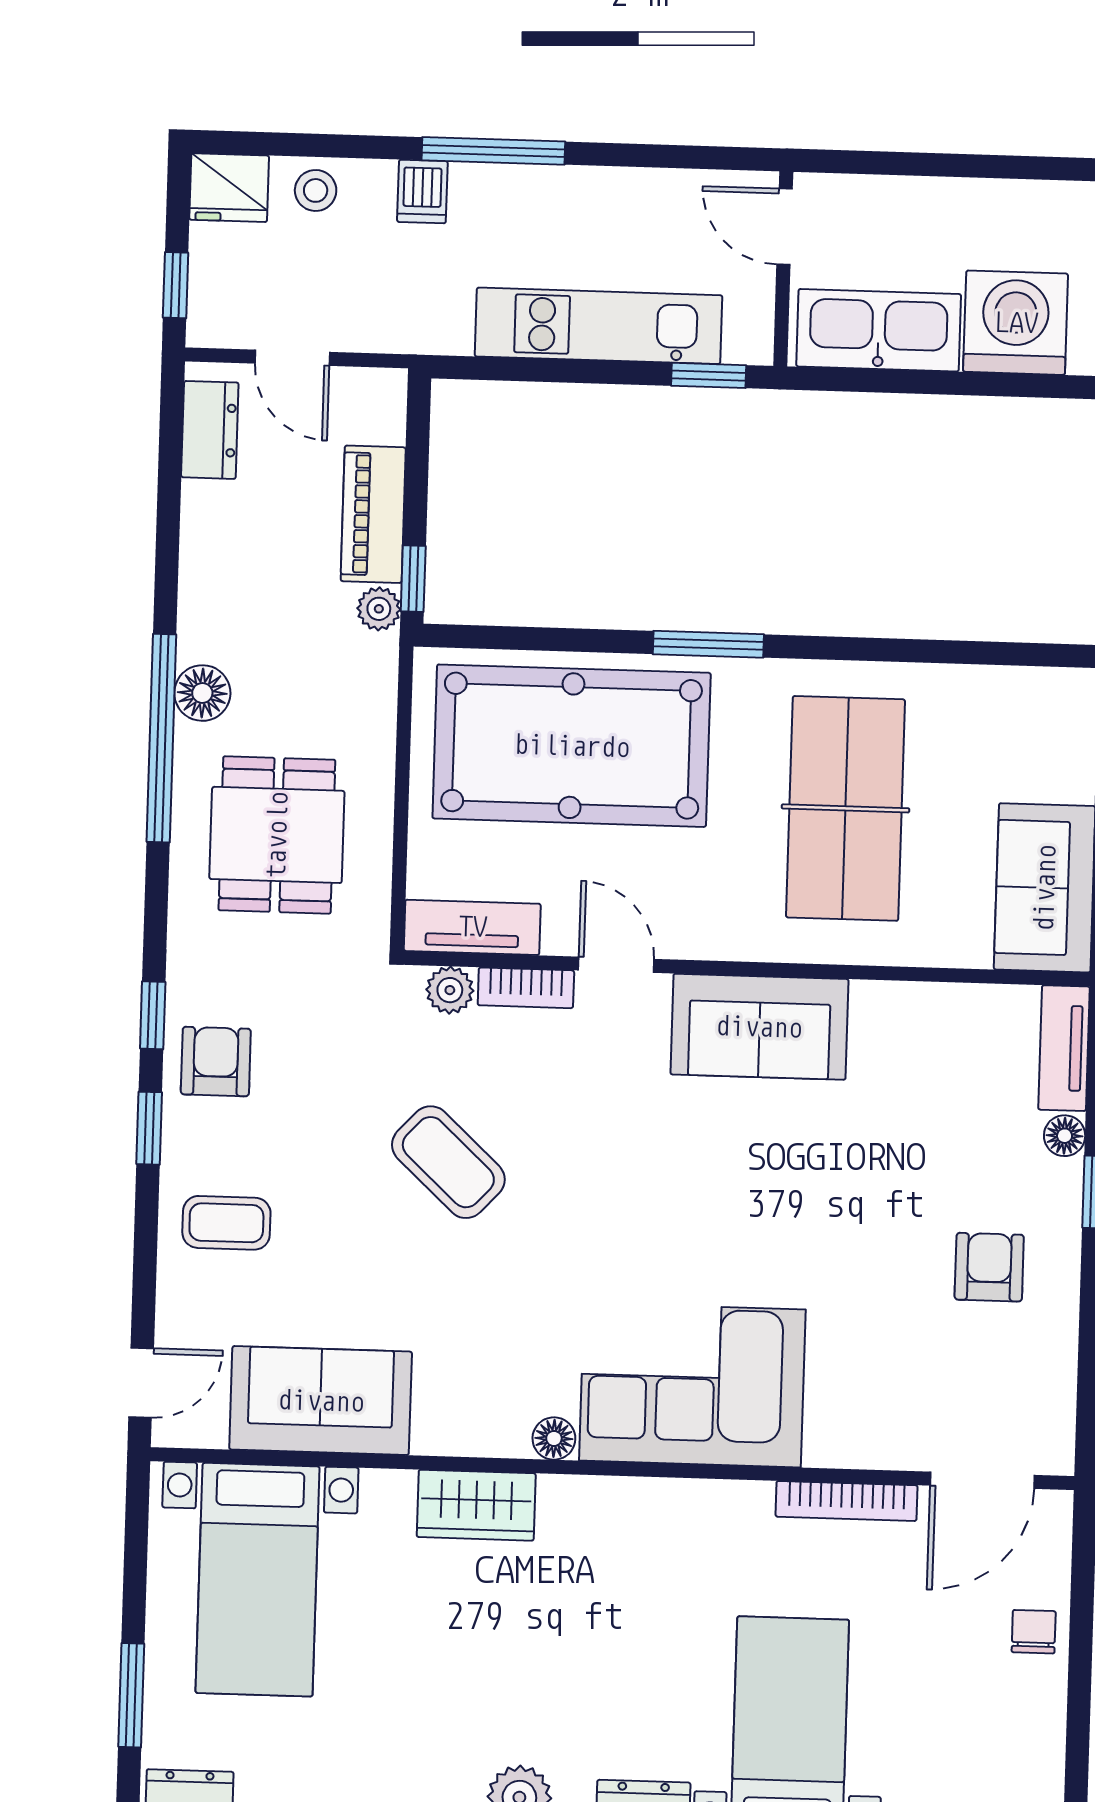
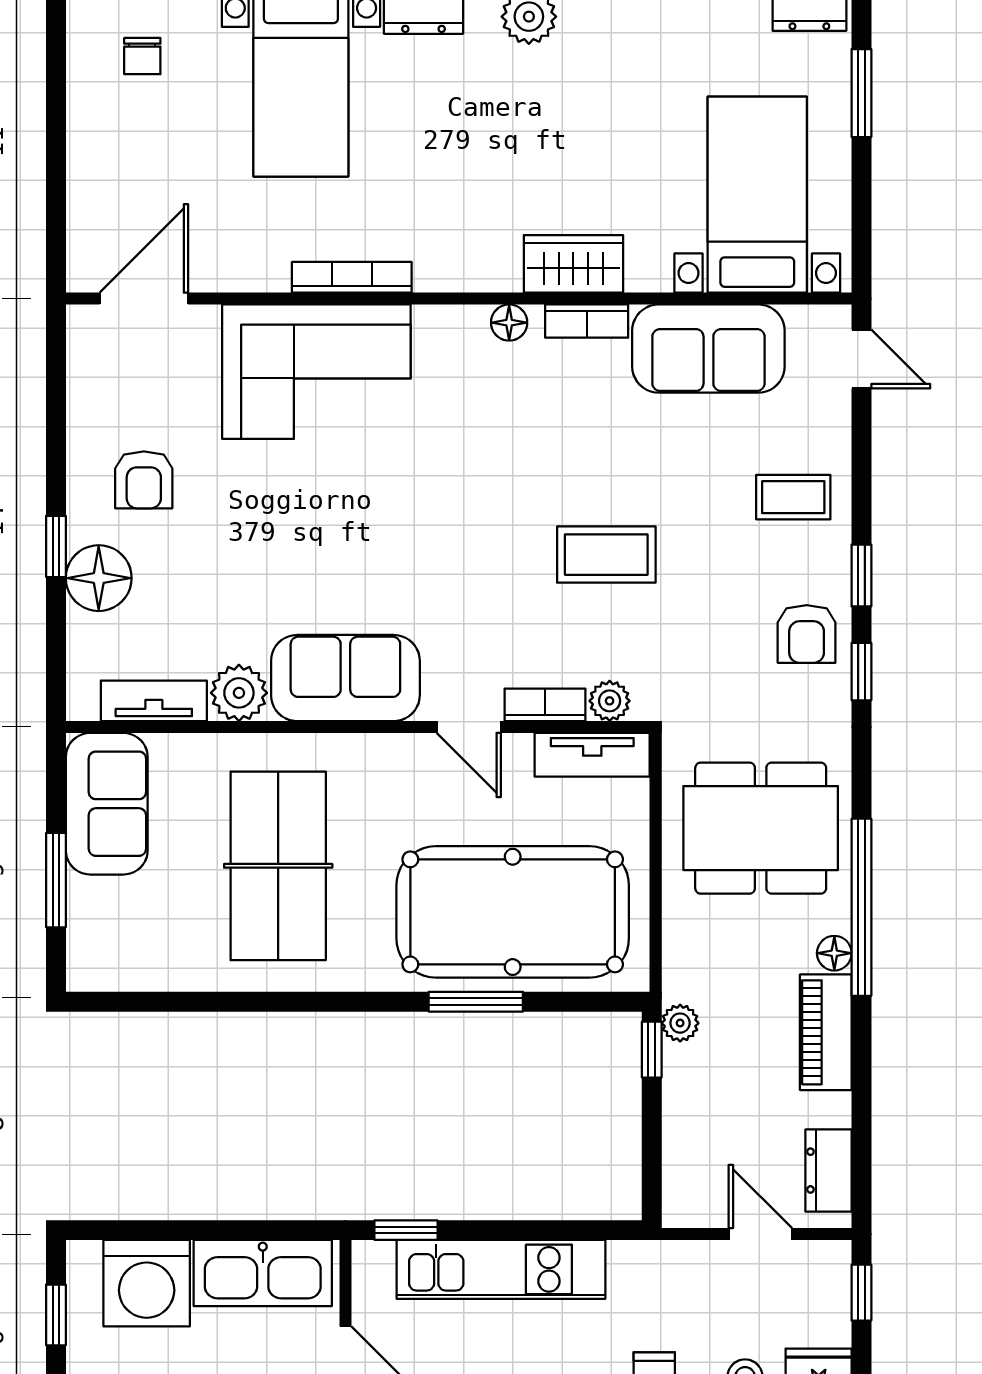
piano: (373, 514) -> (826, 1032), moved, turned 180
window: (708, 644) -> (476, 1002), moved
floor lamp: (202, 693) -> (834, 953), width x0.73, depth x0.73
dining table: (277, 835) -> (761, 828), width x1.38
plant: (885, 1013) -> (239, 693), added
tv unit: (1064, 1048) -> (154, 701), moved, turned -90
floor lamp: (1065, 1136) -> (99, 578), width x1.89, depth x1.89
coffee table: (448, 1162) -> (606, 555), turned -43
door: (141, 1383) -> (861, 359), swing flipped
corner sofa: (692, 1385) -> (316, 372), moved
bookcase: (463, 1437) -> (587, 321), added
bookcase: (847, 1501) -> (352, 277), moved
chair: (1034, 1632) -> (142, 56), moved

